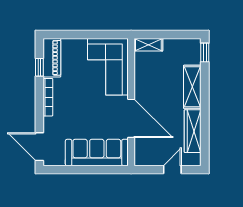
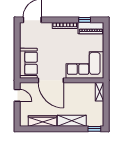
door: (131, 118) -> (51, 80), hinge flipped
sofa: (97, 152) -> (28, 63), width x0.73
door: (172, 170) -> (17, 95), moved

